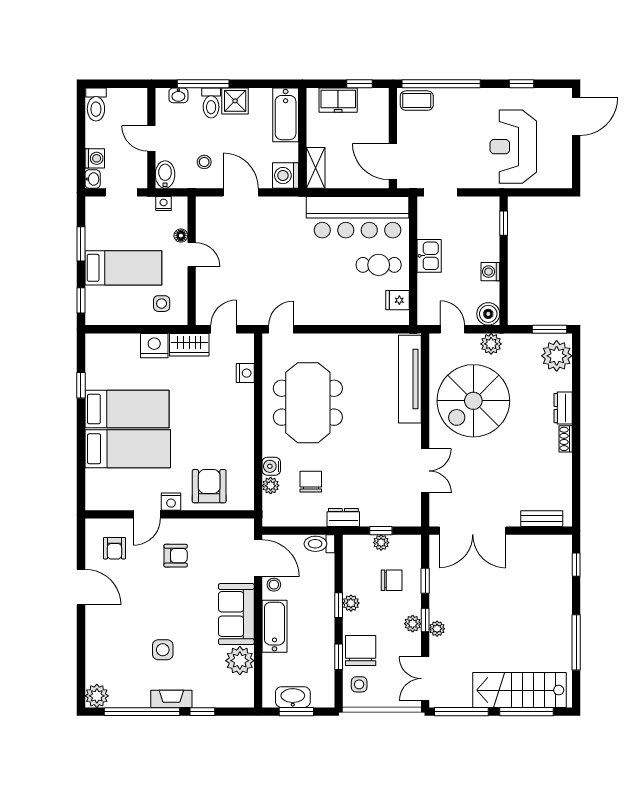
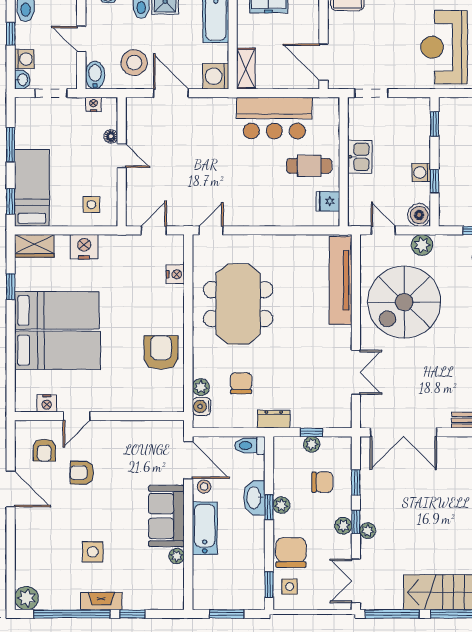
window: (81, 133) -> (11, 34), added
stool: (204, 162) -> (134, 63), width x1.89, depth x1.89
bar counter: (358, 217) -> (274, 118), width x0.73
bed: (123, 268) -> (32, 188), moved, turned -90
window: (504, 280) -> (435, 181), added
wardrobe: (189, 345) -> (34, 246), moved
water cooler: (271, 466) -> (201, 406), moved
armchair: (209, 486) -> (161, 352), moved
nightstand: (171, 502) -> (47, 403), moved
armchair: (176, 556) -> (82, 473), moved, turned 180
window: (339, 657) -> (269, 585), moved
plant: (240, 661) -> (177, 556), width x0.53, depth x0.53
washbasin: (293, 697) -> (254, 498), moved, turned -90

